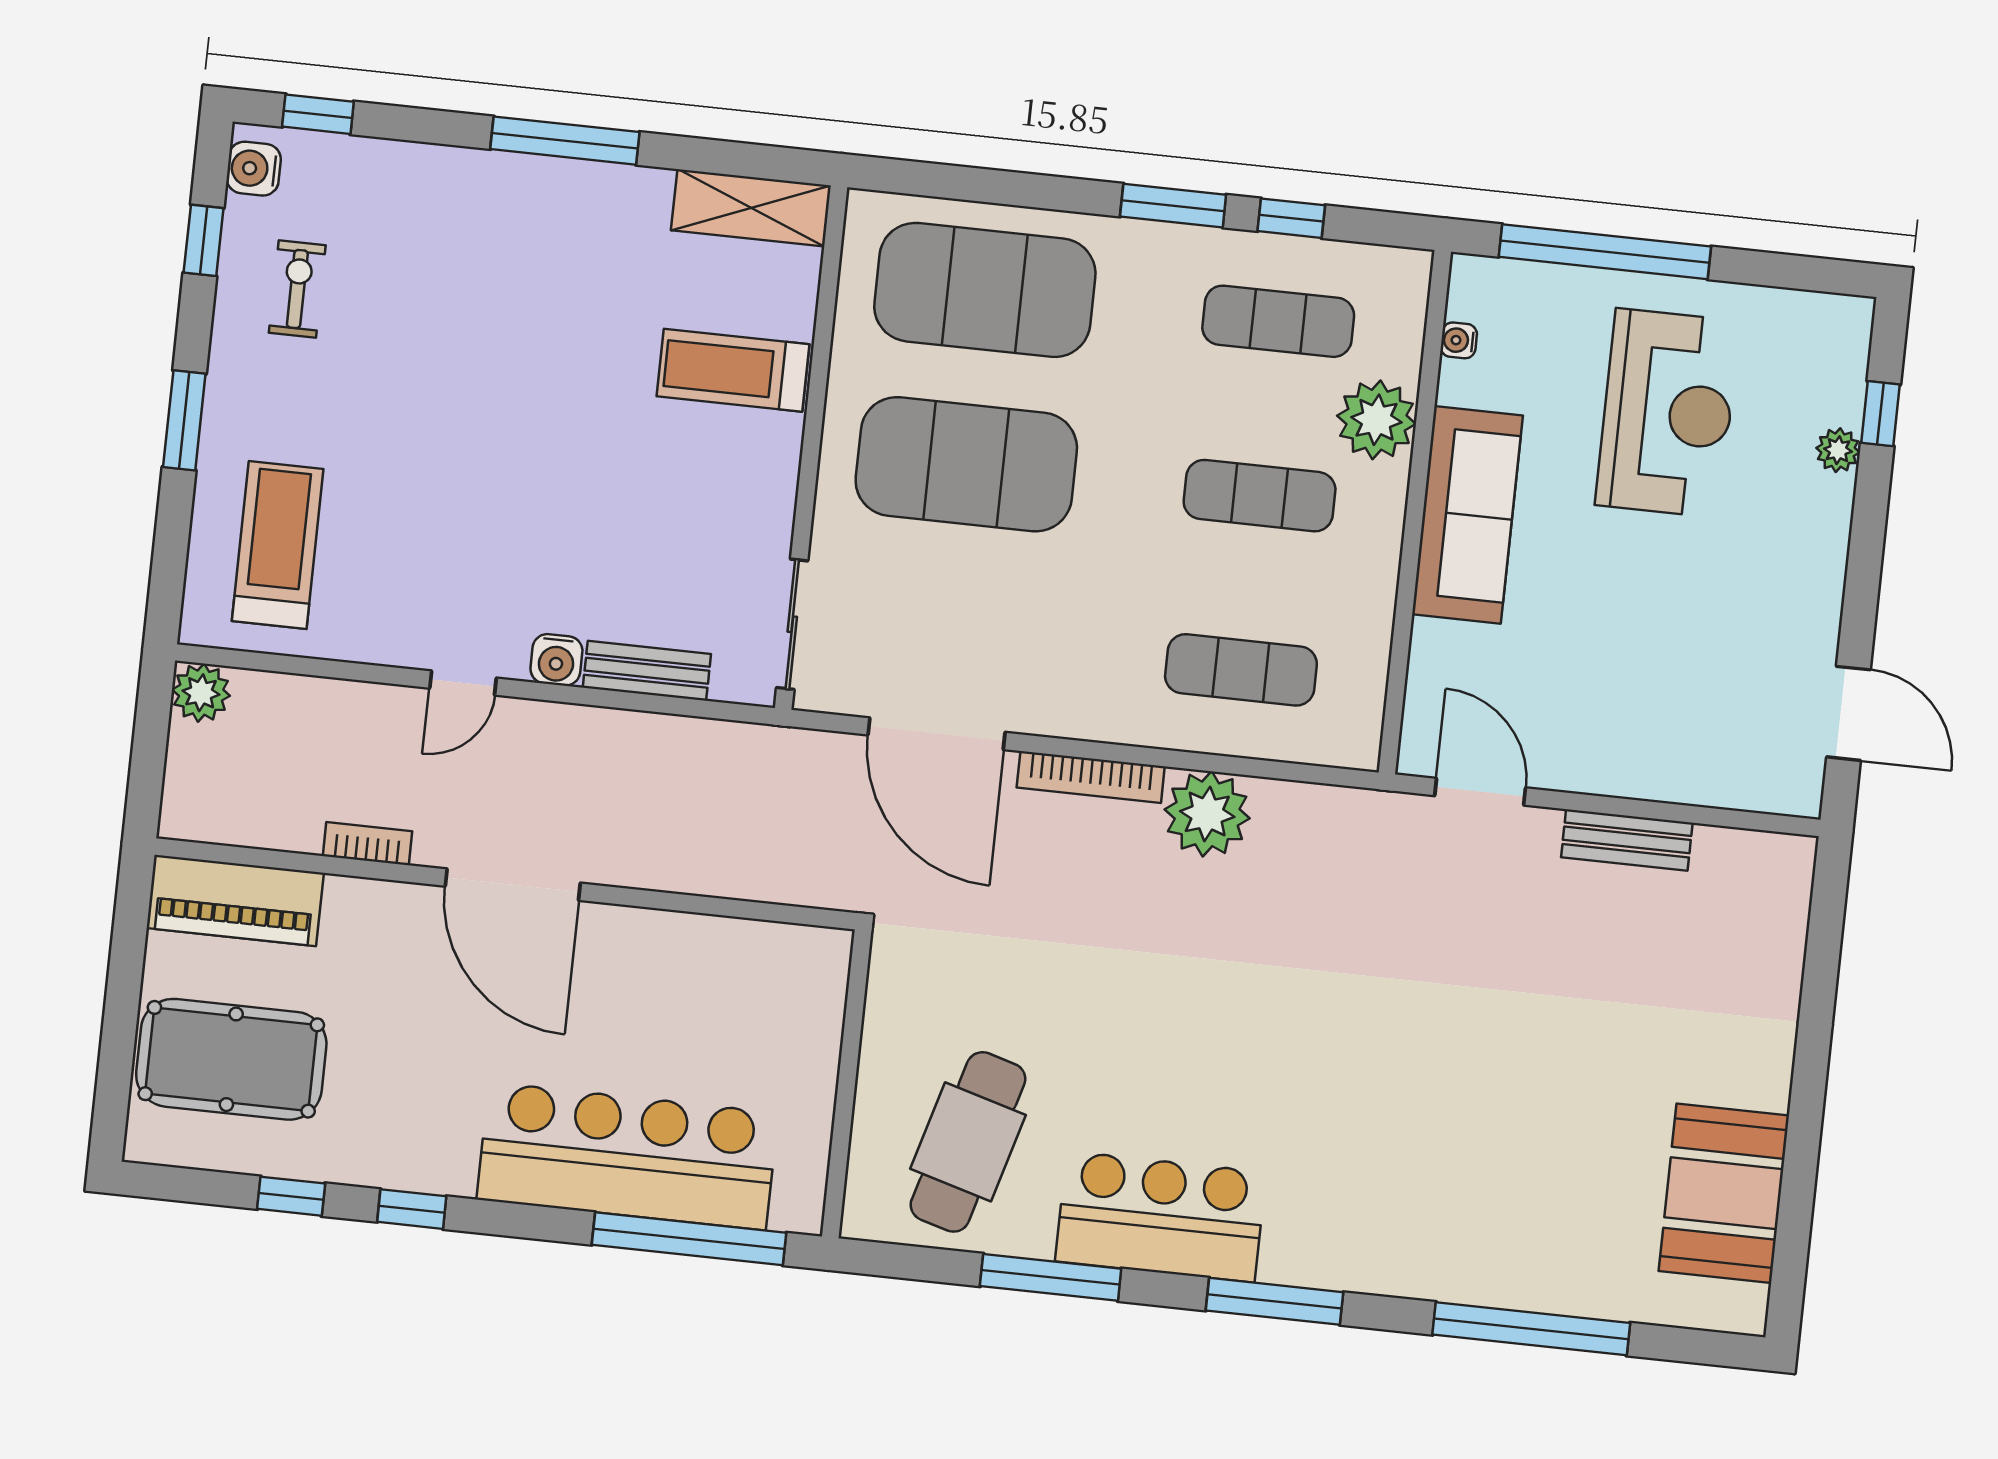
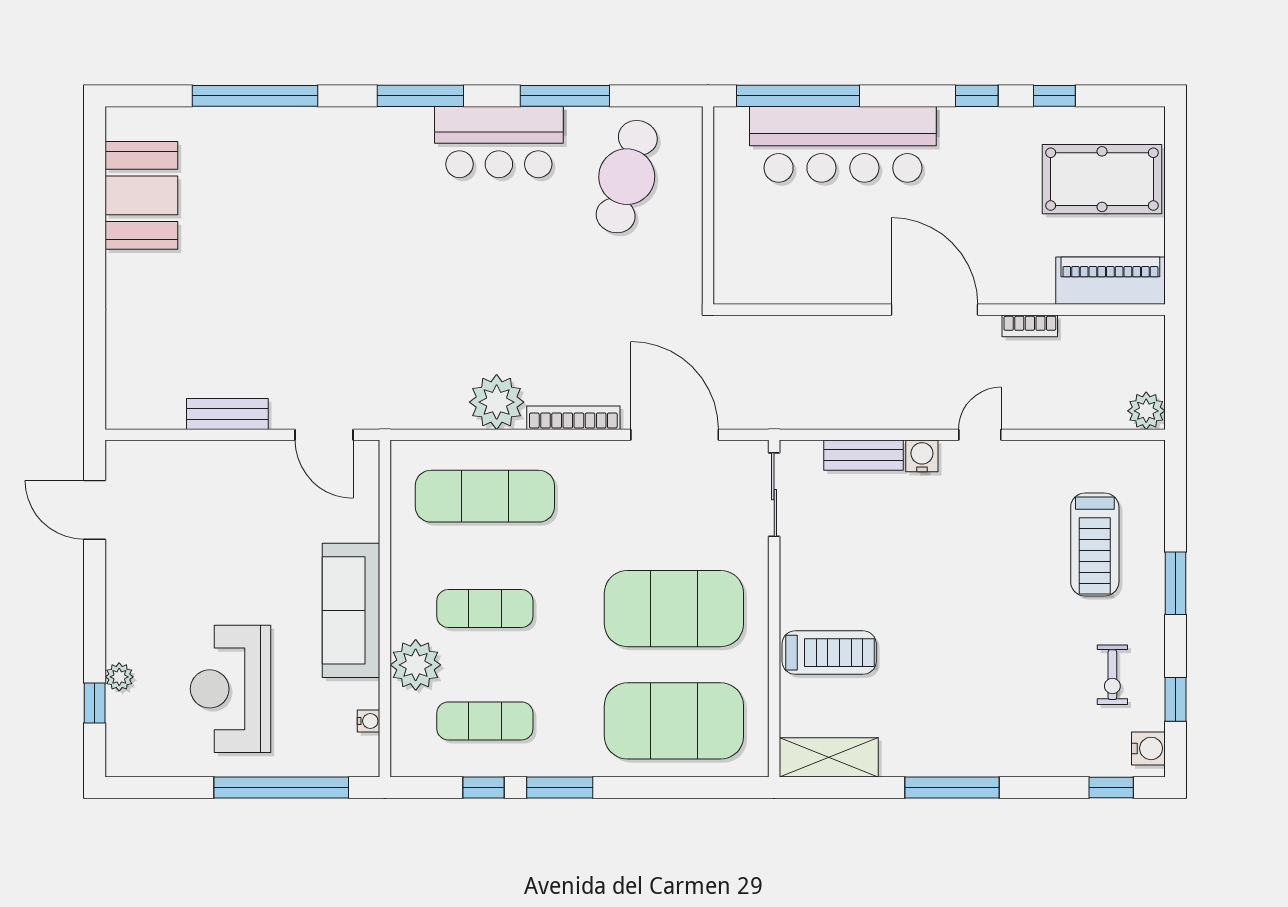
treadmill: (278, 545) -> (1095, 544), moved
exercise mat: (1241, 670) -> (485, 496), width x1.36, depth x1.45

